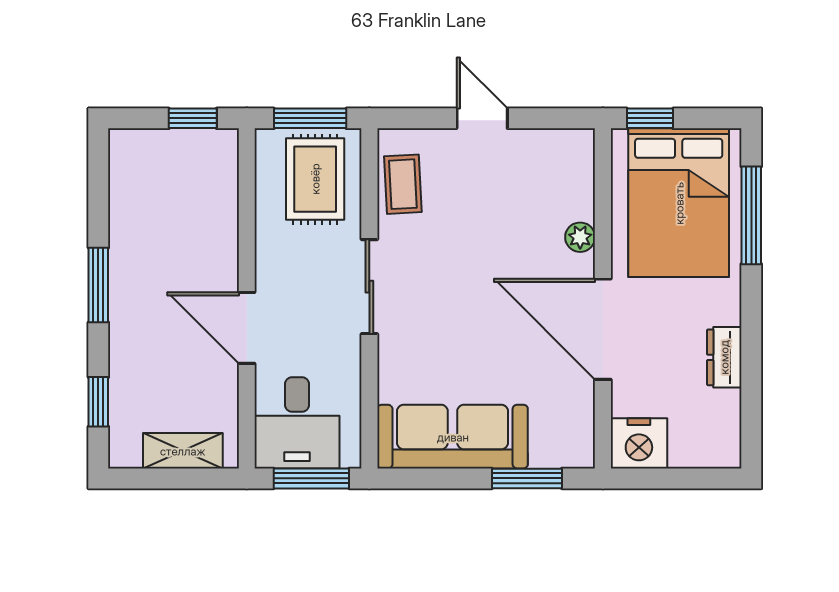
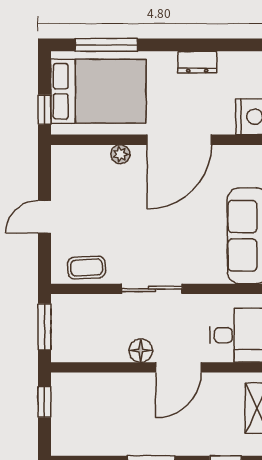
rug: (315, 179) -> (83, 324), removed
floor lamp: (273, 269) -> (141, 351), added

